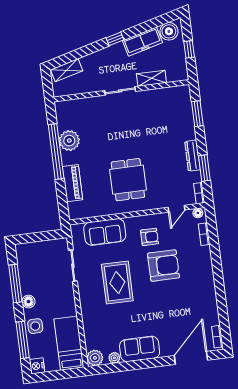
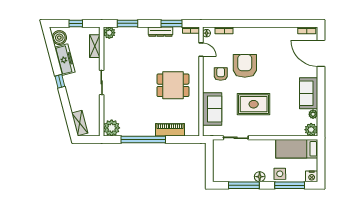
shelving: (151, 78) -> (95, 46), moved
plant: (183, 92) -> (109, 33), added
plant: (69, 141) -> (112, 128), moved

